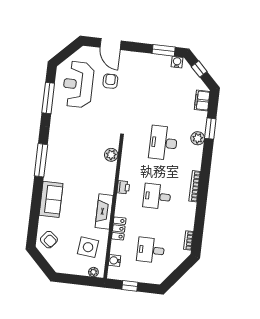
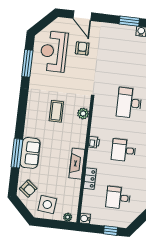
coffee table: (81, 152) -> (56, 111), added
window: (41, 160) -> (17, 153), moved
side table: (88, 247) -> (47, 205), moved
water cooler: (115, 260) -> (85, 218), moved
window: (130, 286) -> (111, 231), moved

